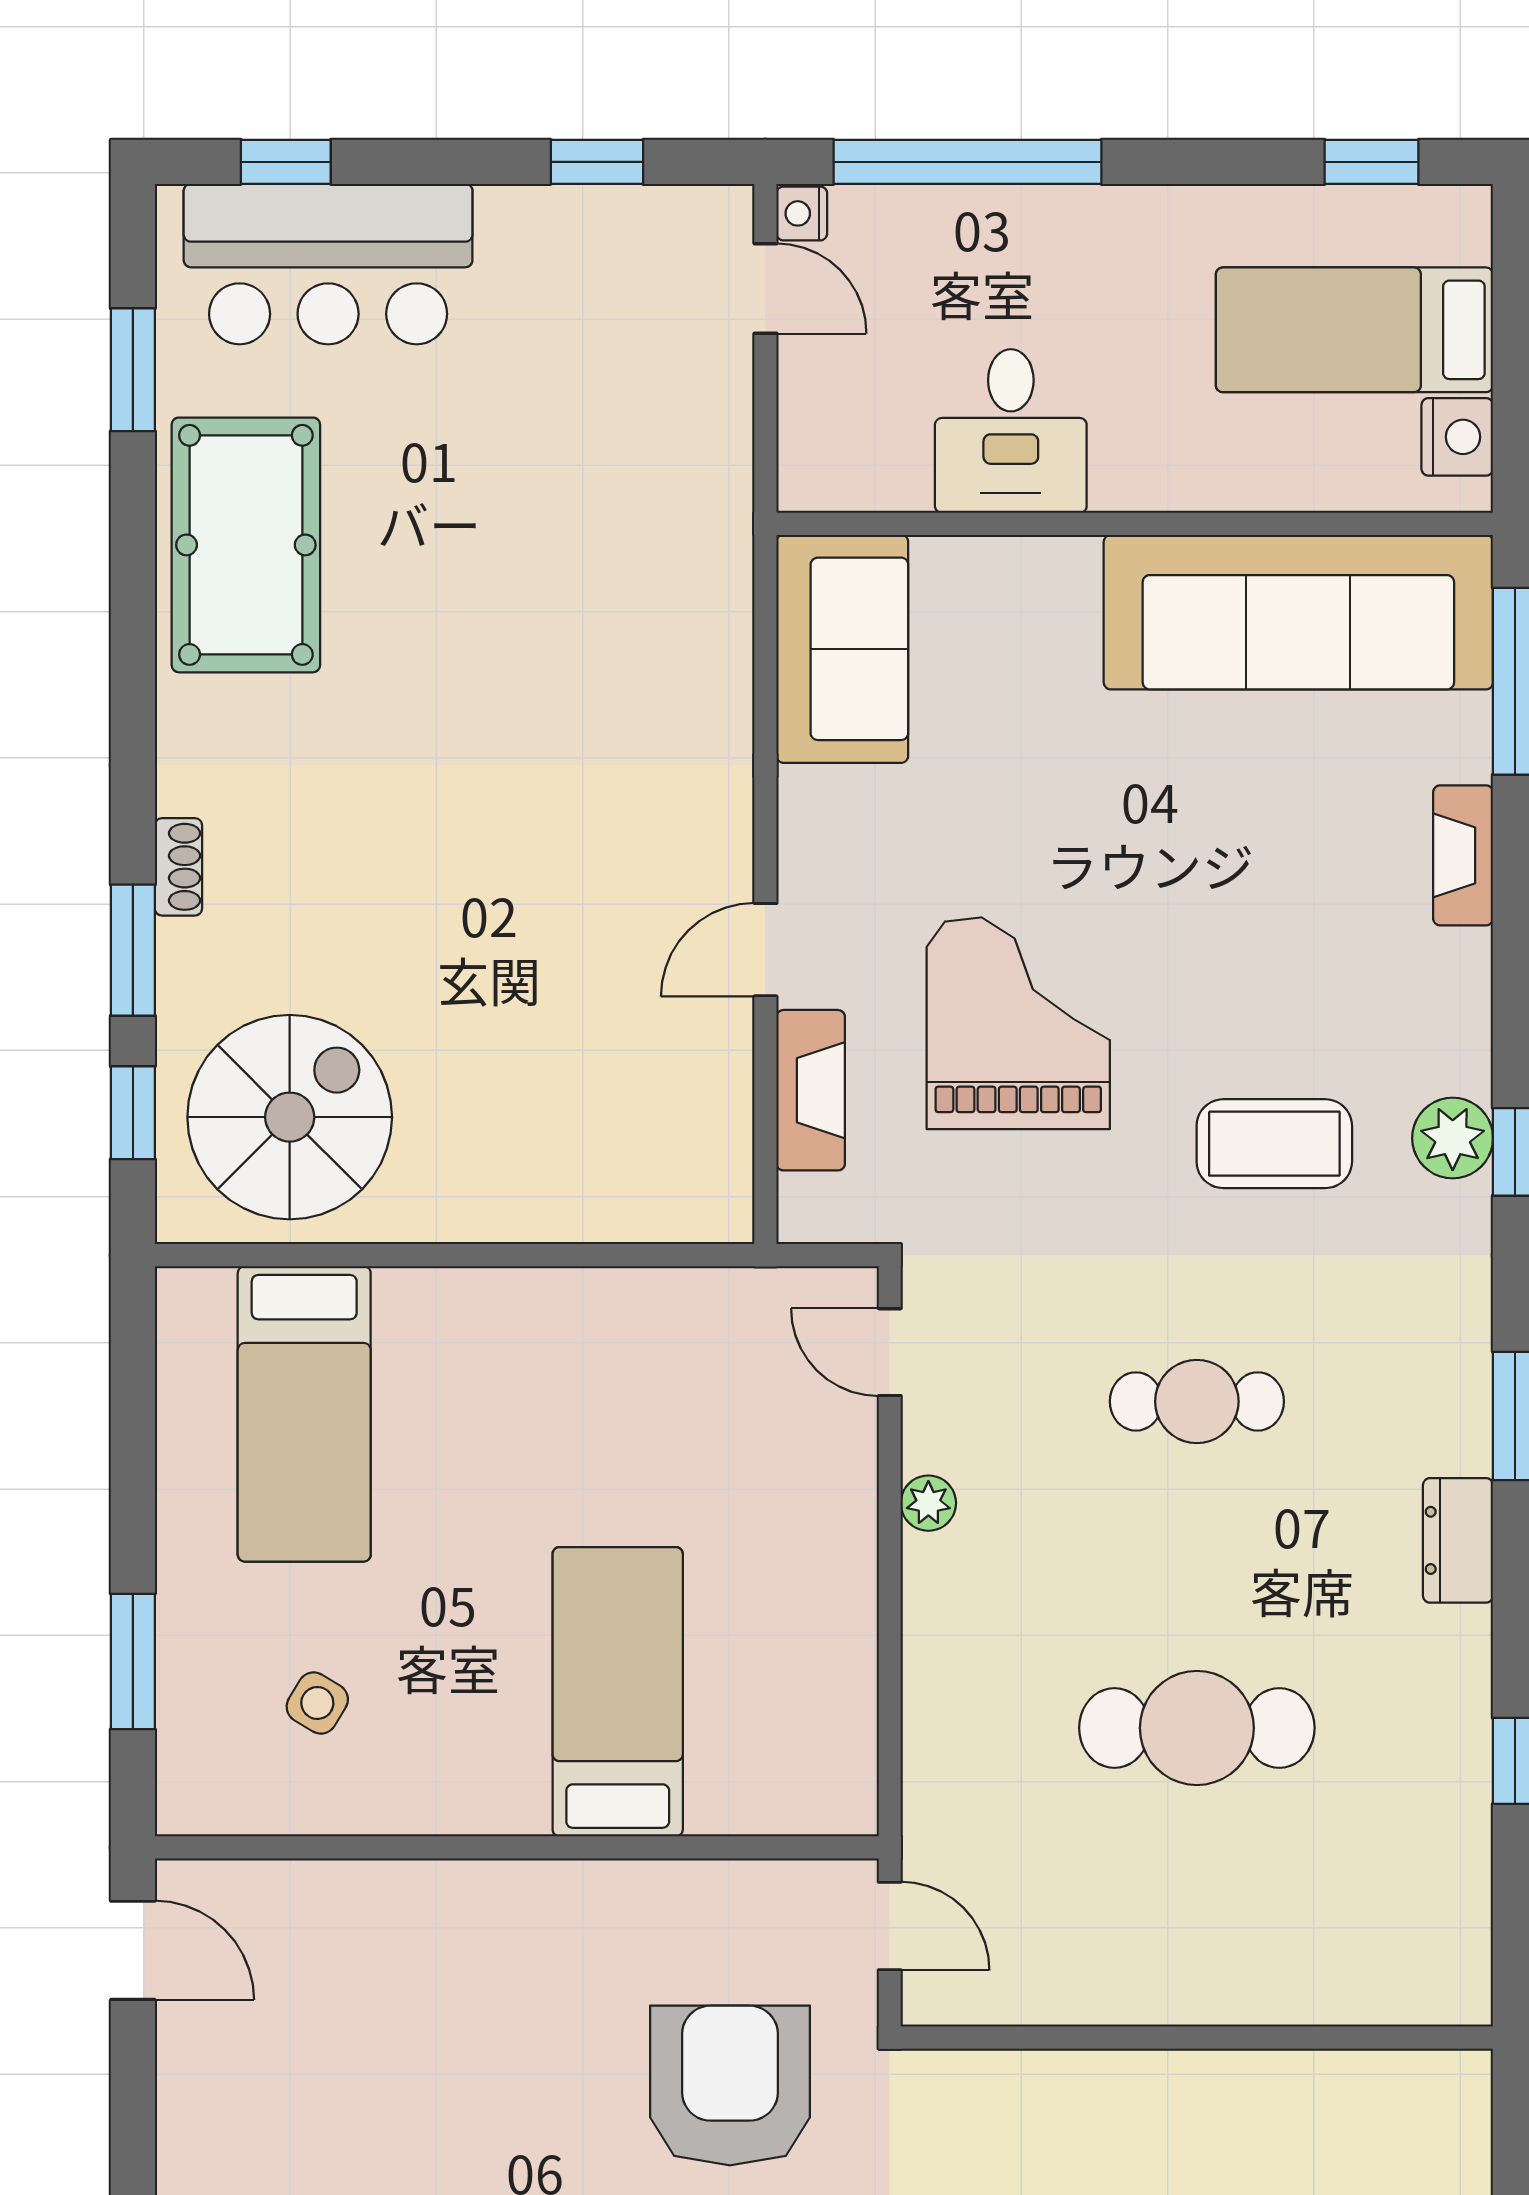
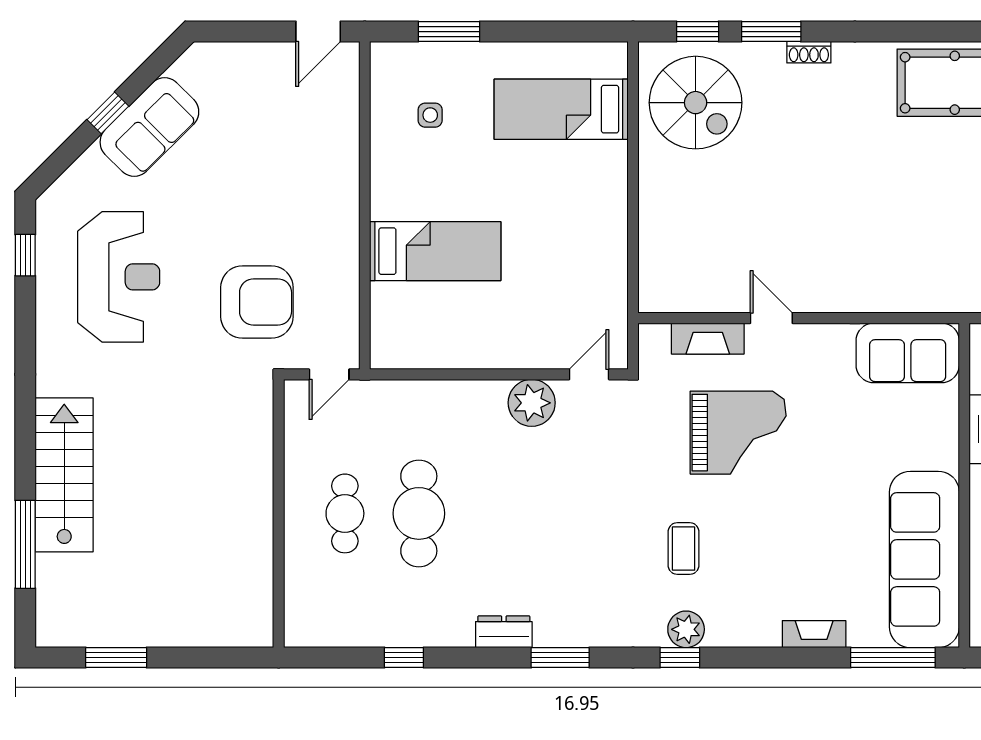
coffee table: (1274, 1144) -> (684, 549), width x0.73, depth x0.77
cafe table: (1197, 1401) -> (345, 513), moved
plant: (928, 1503) -> (532, 403), width x1.88, depth x1.88
side table: (317, 1703) -> (430, 115), turned -31

